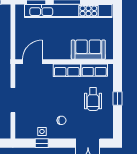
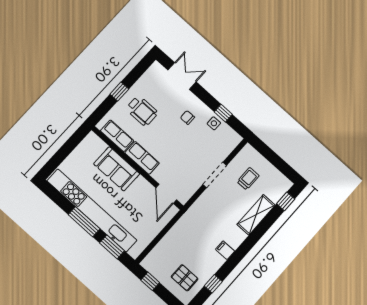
sofa: (88, 50) -> (117, 169), moved
door: (32, 62) -> (166, 194), hinge flipped
wheelchair: (93, 99) -> (142, 111), turned 90

